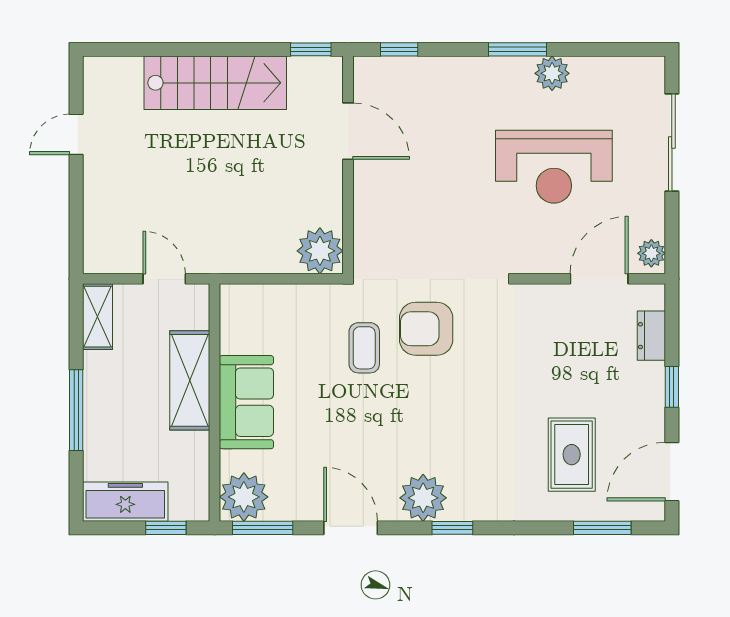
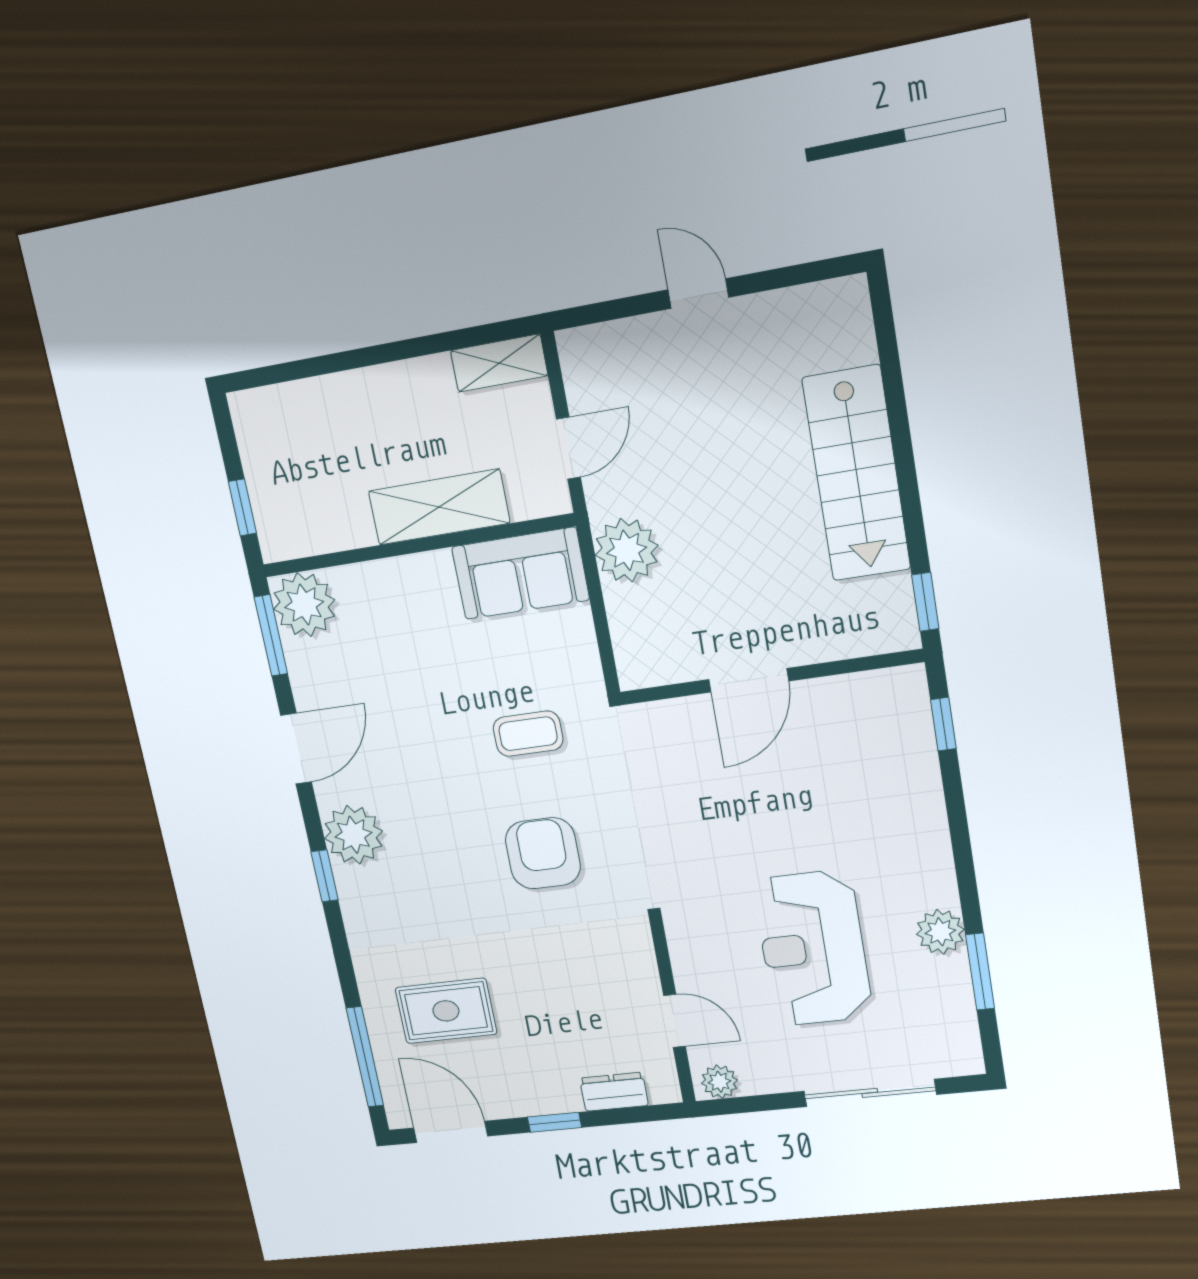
window: (518, 49) -> (980, 972), moved
door: (348, 131) -> (749, 680), moved
door: (76, 134) -> (698, 294), moved
plant: (320, 251) -> (627, 550), moved
door: (599, 279) -> (674, 1021), width x0.73
armchair: (426, 329) -> (543, 853), moved
sofa: (246, 402) -> (520, 573), moved
window: (76, 410) -> (368, 357), removed
freezer: (125, 502) -> (264, 447), removed
window: (602, 528) -> (365, 1057), width x1.44

